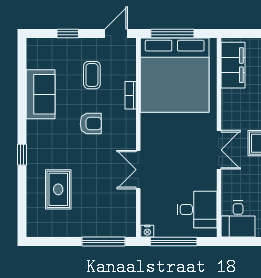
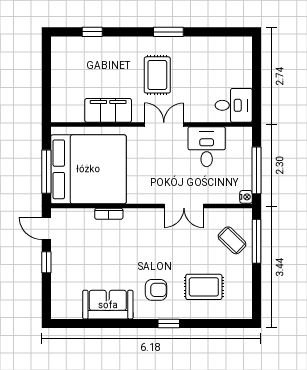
window: (68, 33) -> (46, 262), moved
filing cabinet: (233, 65) -> (108, 110), moved
coffee table: (92, 75) -> (232, 240), moved, turned 44
armchair: (91, 124) -> (156, 290), moved, turned 90
desk: (197, 210) -> (207, 147), moved

